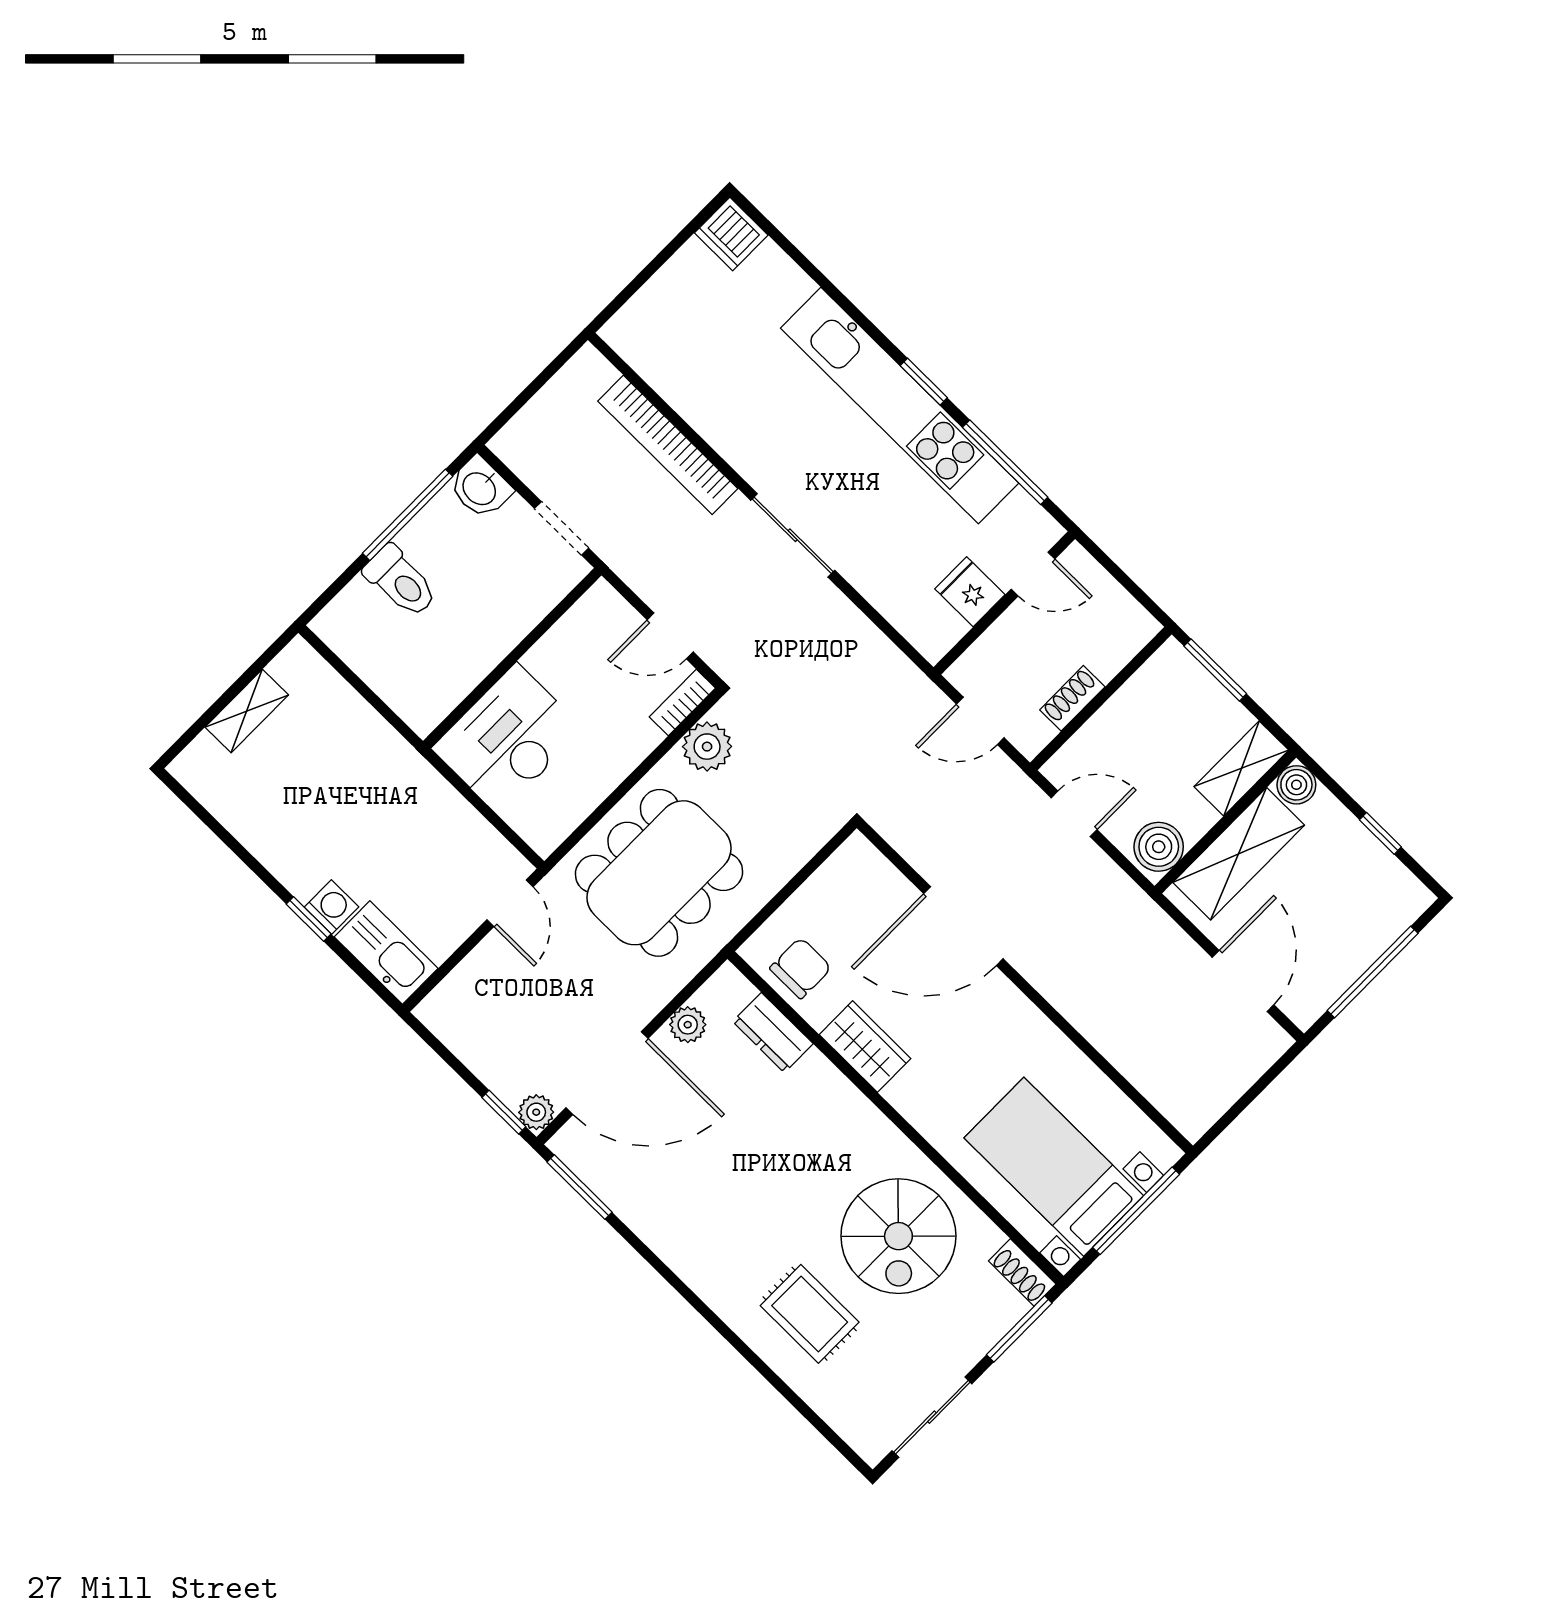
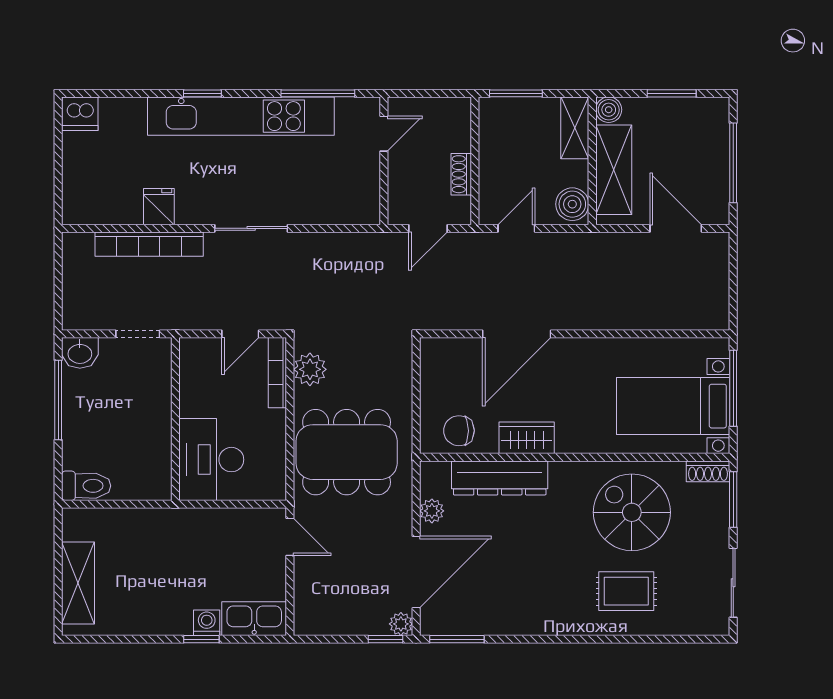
window: (924, 382) -> (202, 93), moved
toilet: (401, 581) -> (86, 486), moved
fridge: (970, 592) -> (159, 207), moved, turned 90
bookcase: (682, 703) -> (277, 373), width x1.56
shelving: (247, 711) -> (78, 583), width x1.50, depth x1.33
window: (1380, 833) -> (672, 93), width x1.50
dining table: (659, 873) -> (347, 452), turned 90
chair: (801, 968) -> (459, 431), turned -90
dresser: (773, 1033) -> (500, 478), width x1.96, depth x1.24
spiral stairs: (898, 1236) -> (632, 512), turned 180

